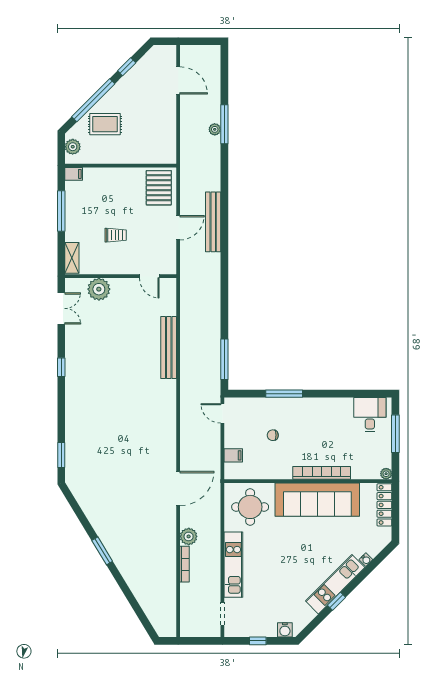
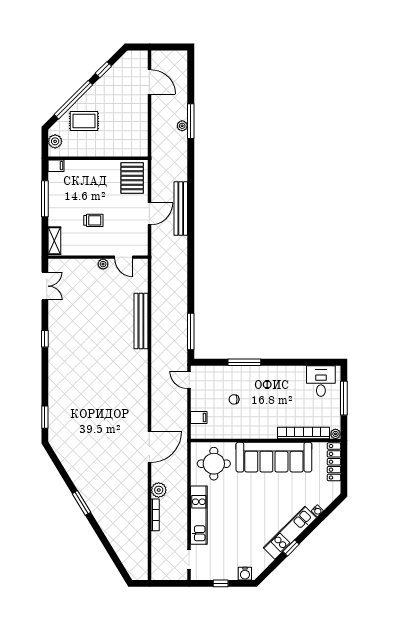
plant: (99, 289) -> (103, 264), moved, width x0.53, depth x0.53
bookcase: (322, 473) -> (304, 433), moved

